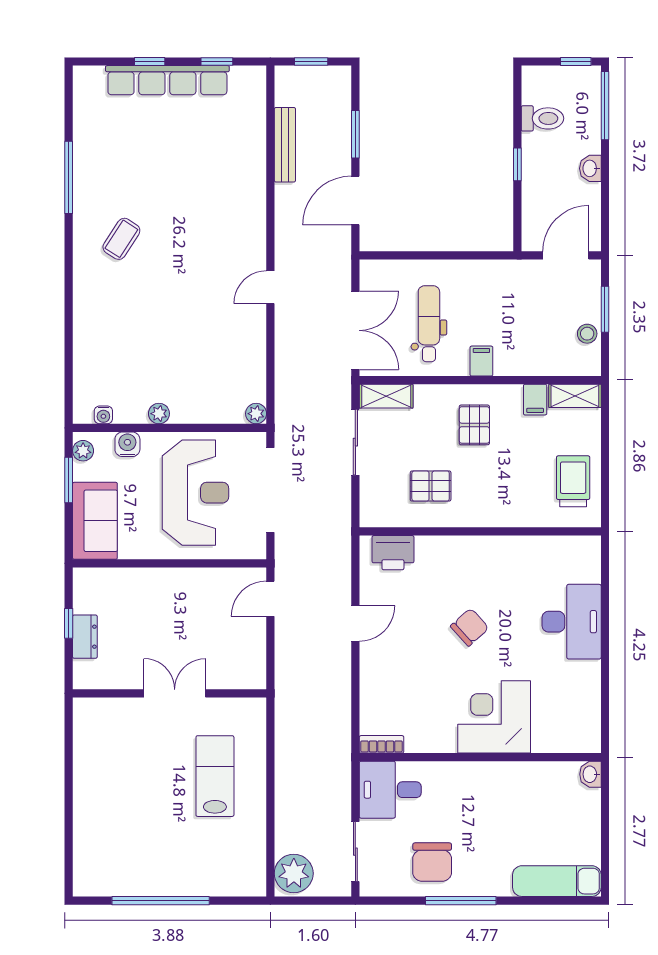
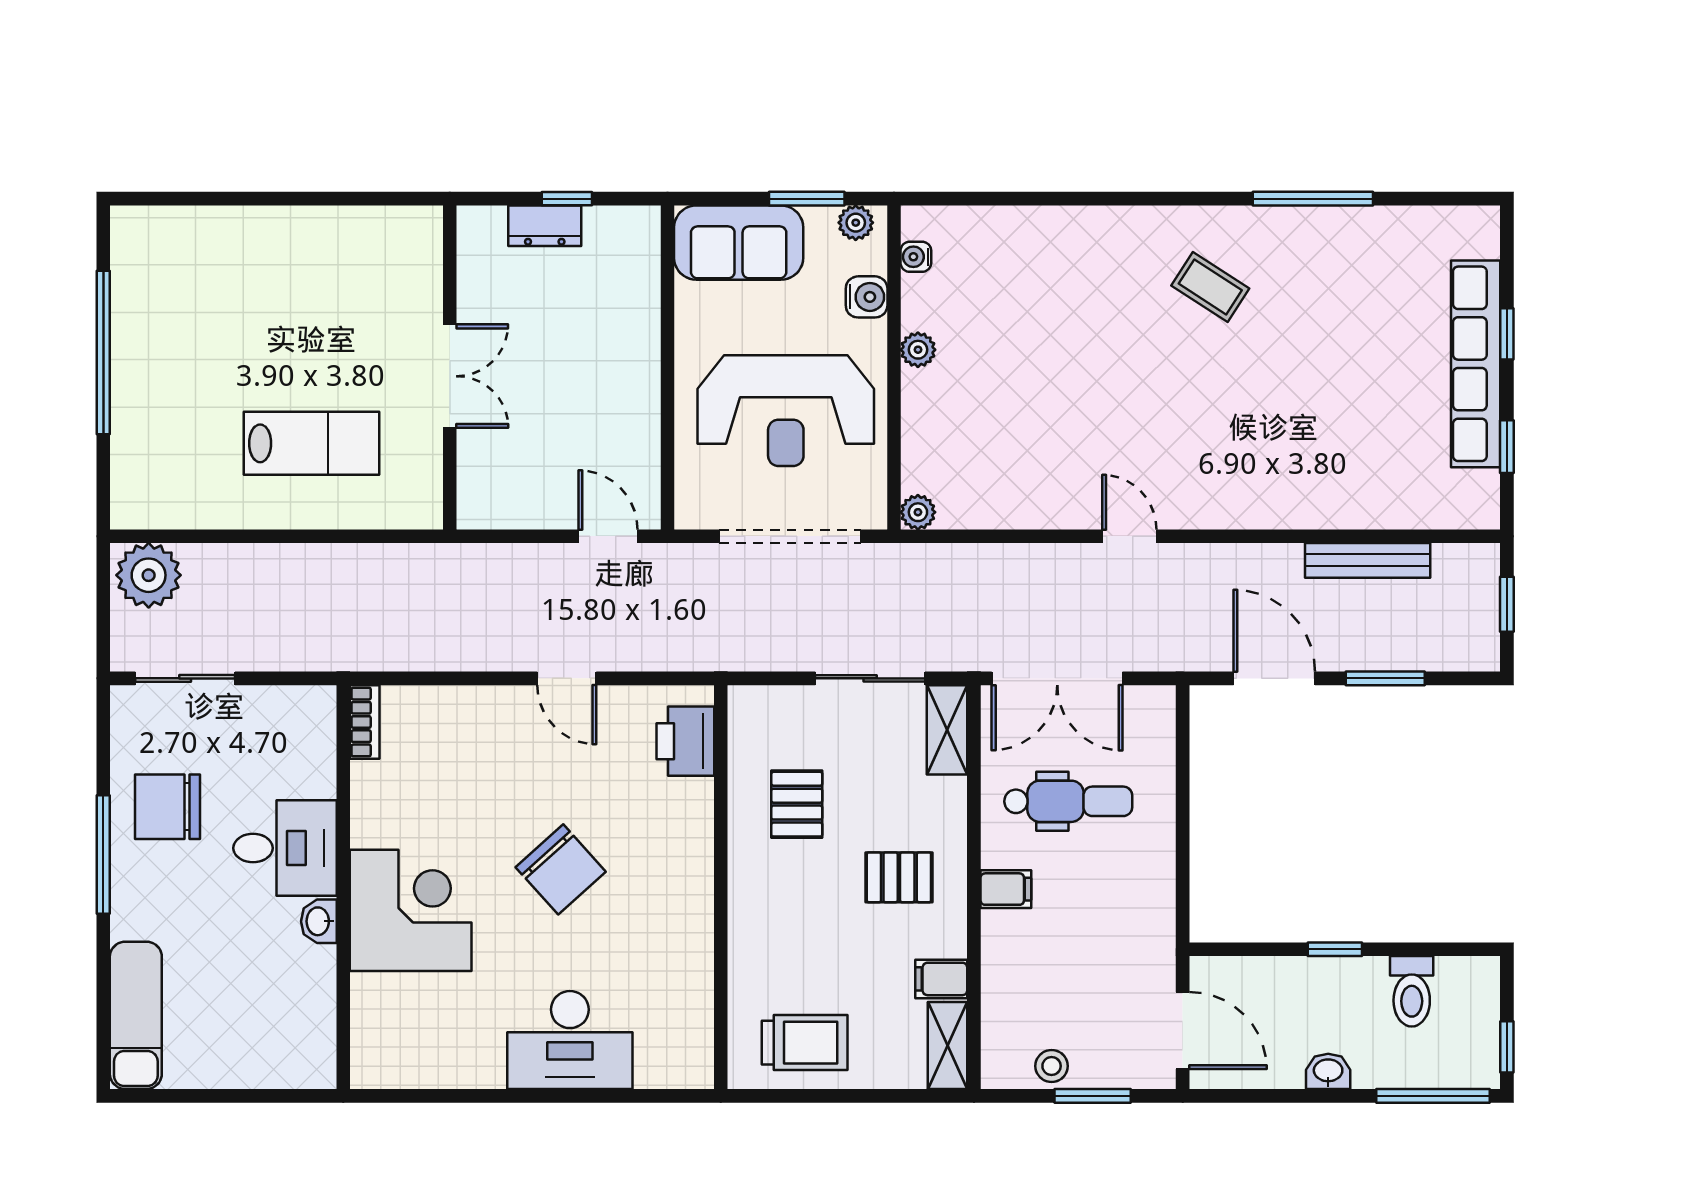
chair: (470, 627) -> (561, 869), width x1.37, depth x1.37
washbasin: (590, 774) -> (319, 921), moved, turned -90
desk: (390, 790) -> (285, 848), moved, turned 90

